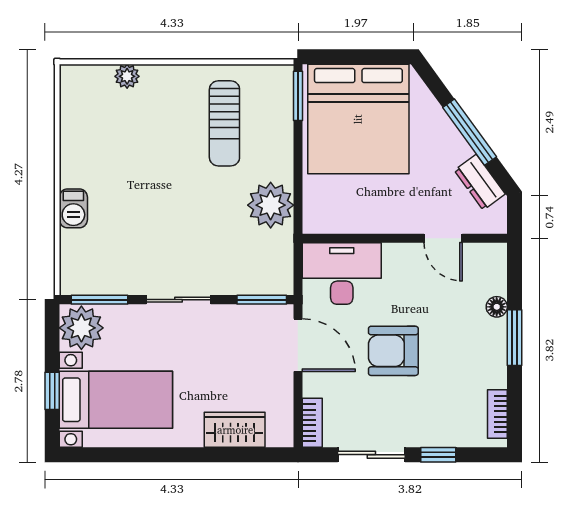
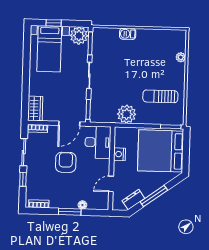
nightstand: (369, 220) -> (119, 154), added
wardrobe: (235, 430) -> (35, 108), moved

